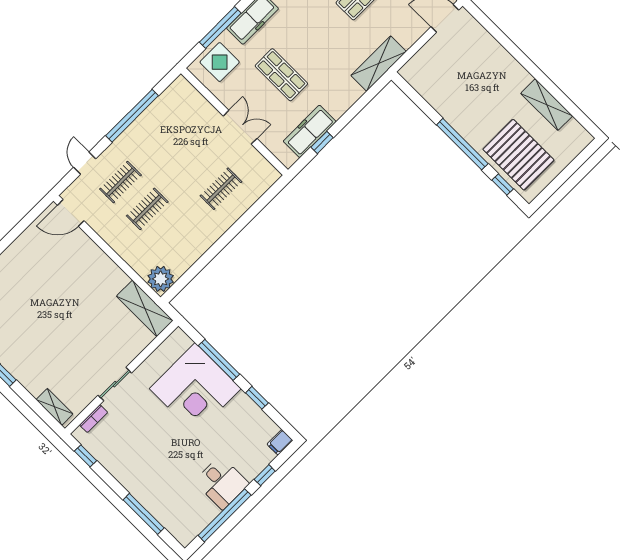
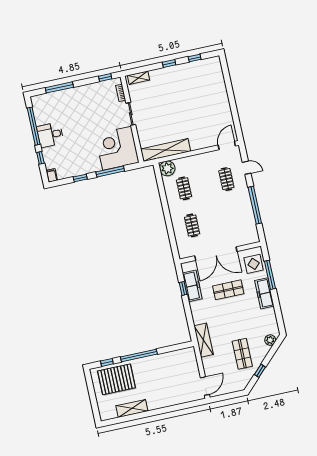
double door: (240, 127) -> (216, 254), width x1.87
clothes rail: (147, 209) -> (184, 188), moved
shelving: (145, 308) -> (166, 150), width x1.47
corner desk: (195, 389) -> (117, 148), moved

